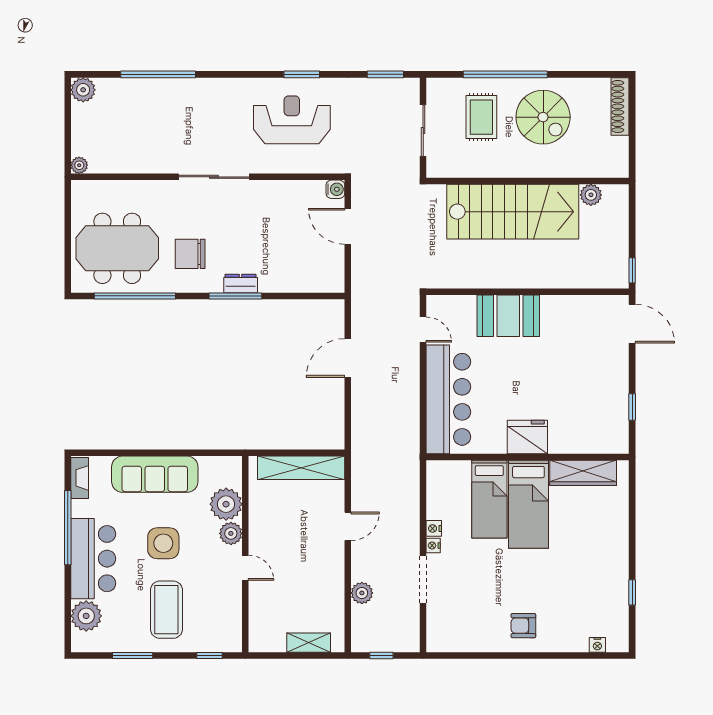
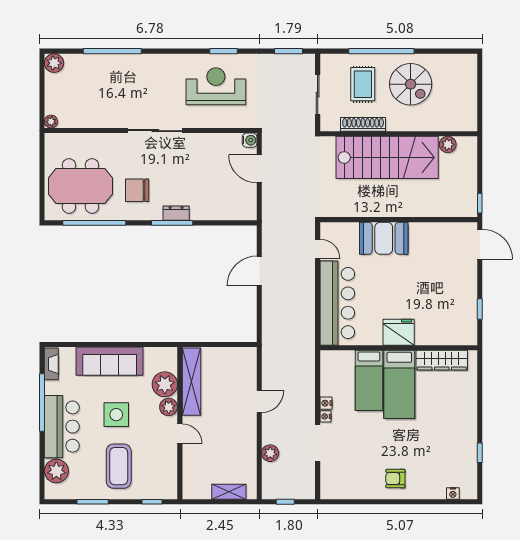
shoe rack: (620, 106) -> (363, 124), moved, turned 90
shelving: (301, 468) -> (191, 382), moved, turned 90

